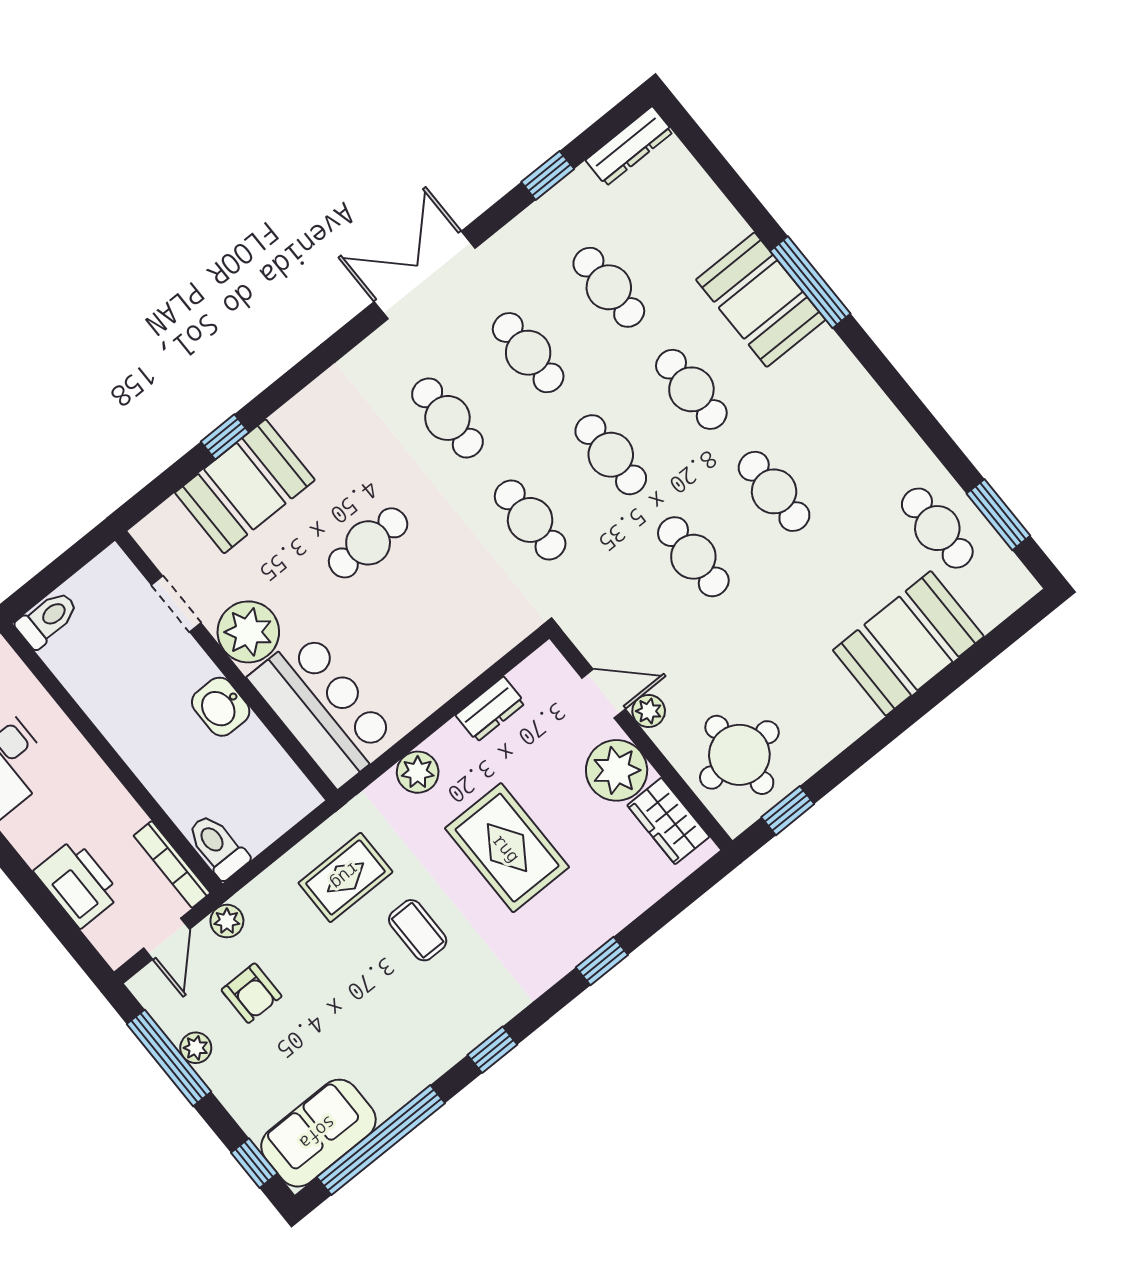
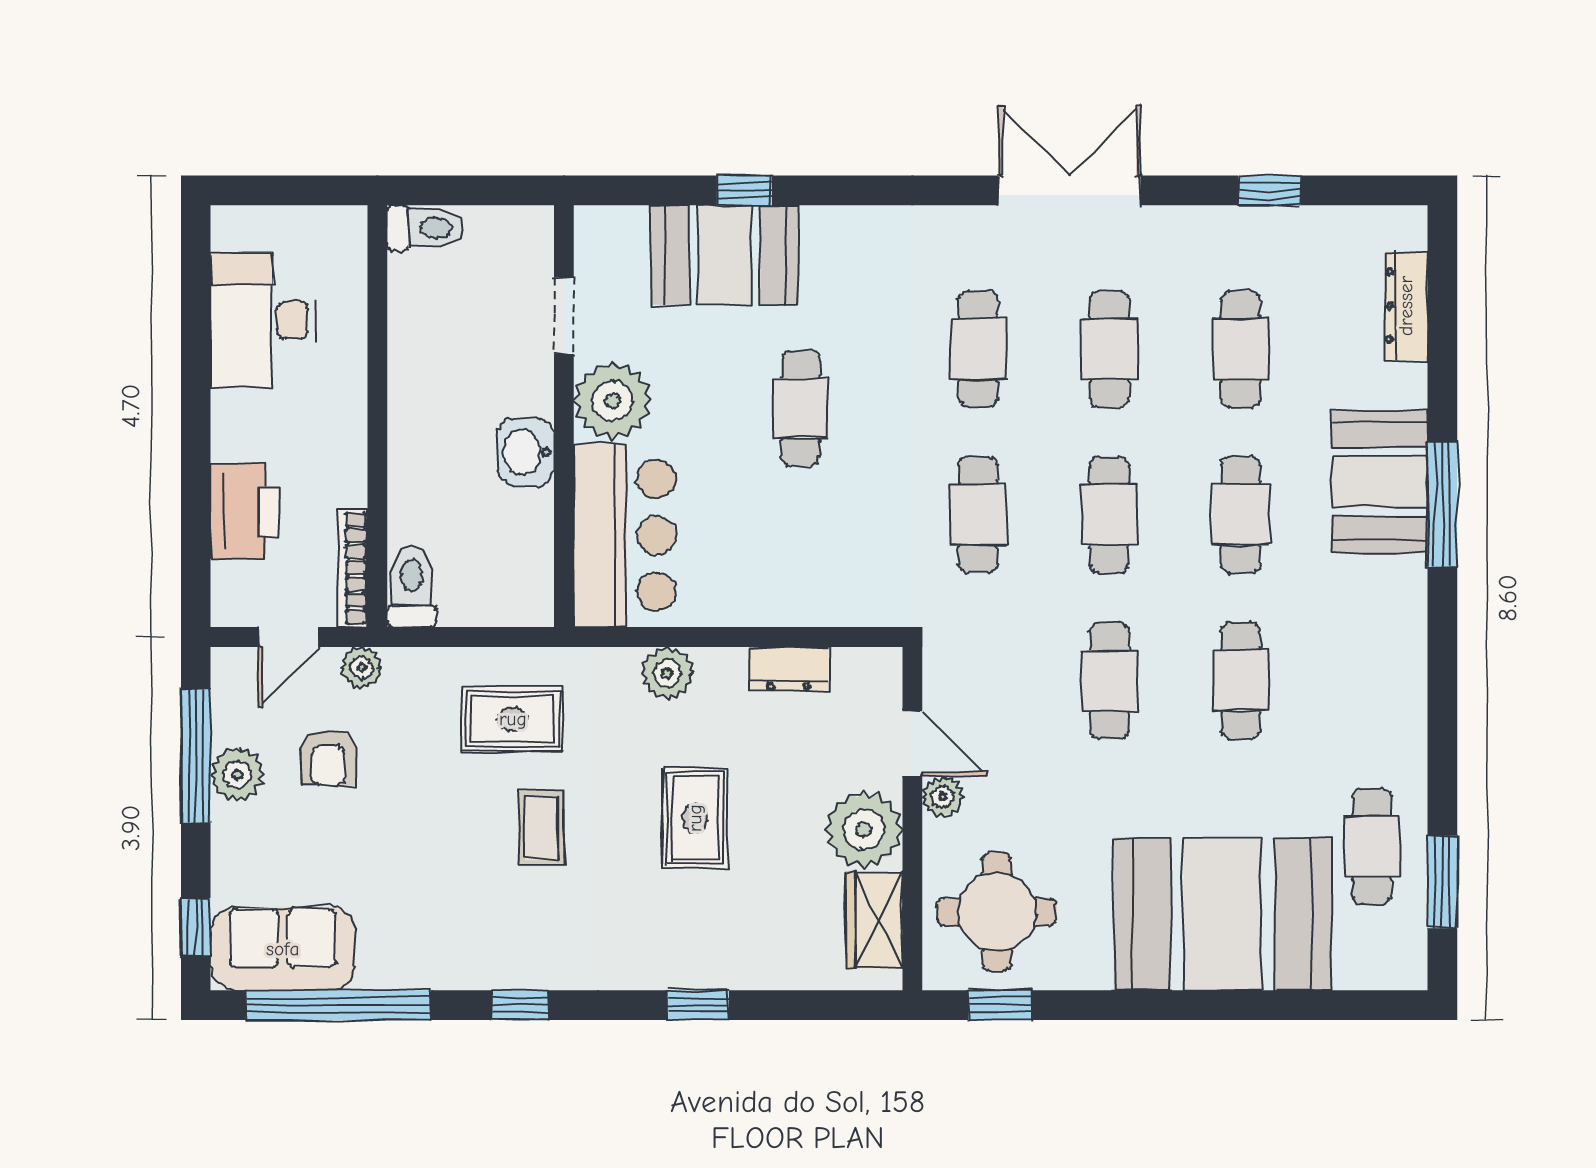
dresser: (629, 146) -> (1406, 306), moved, turned 90
cafe table: (368, 543) -> (801, 408), turned 90
booth: (908, 643) -> (1223, 914), width x1.36, depth x1.42
rug: (507, 848) -> (695, 818), width x0.73, depth x0.70
plant: (196, 1048) -> (237, 775), width x1.38, depth x1.38

